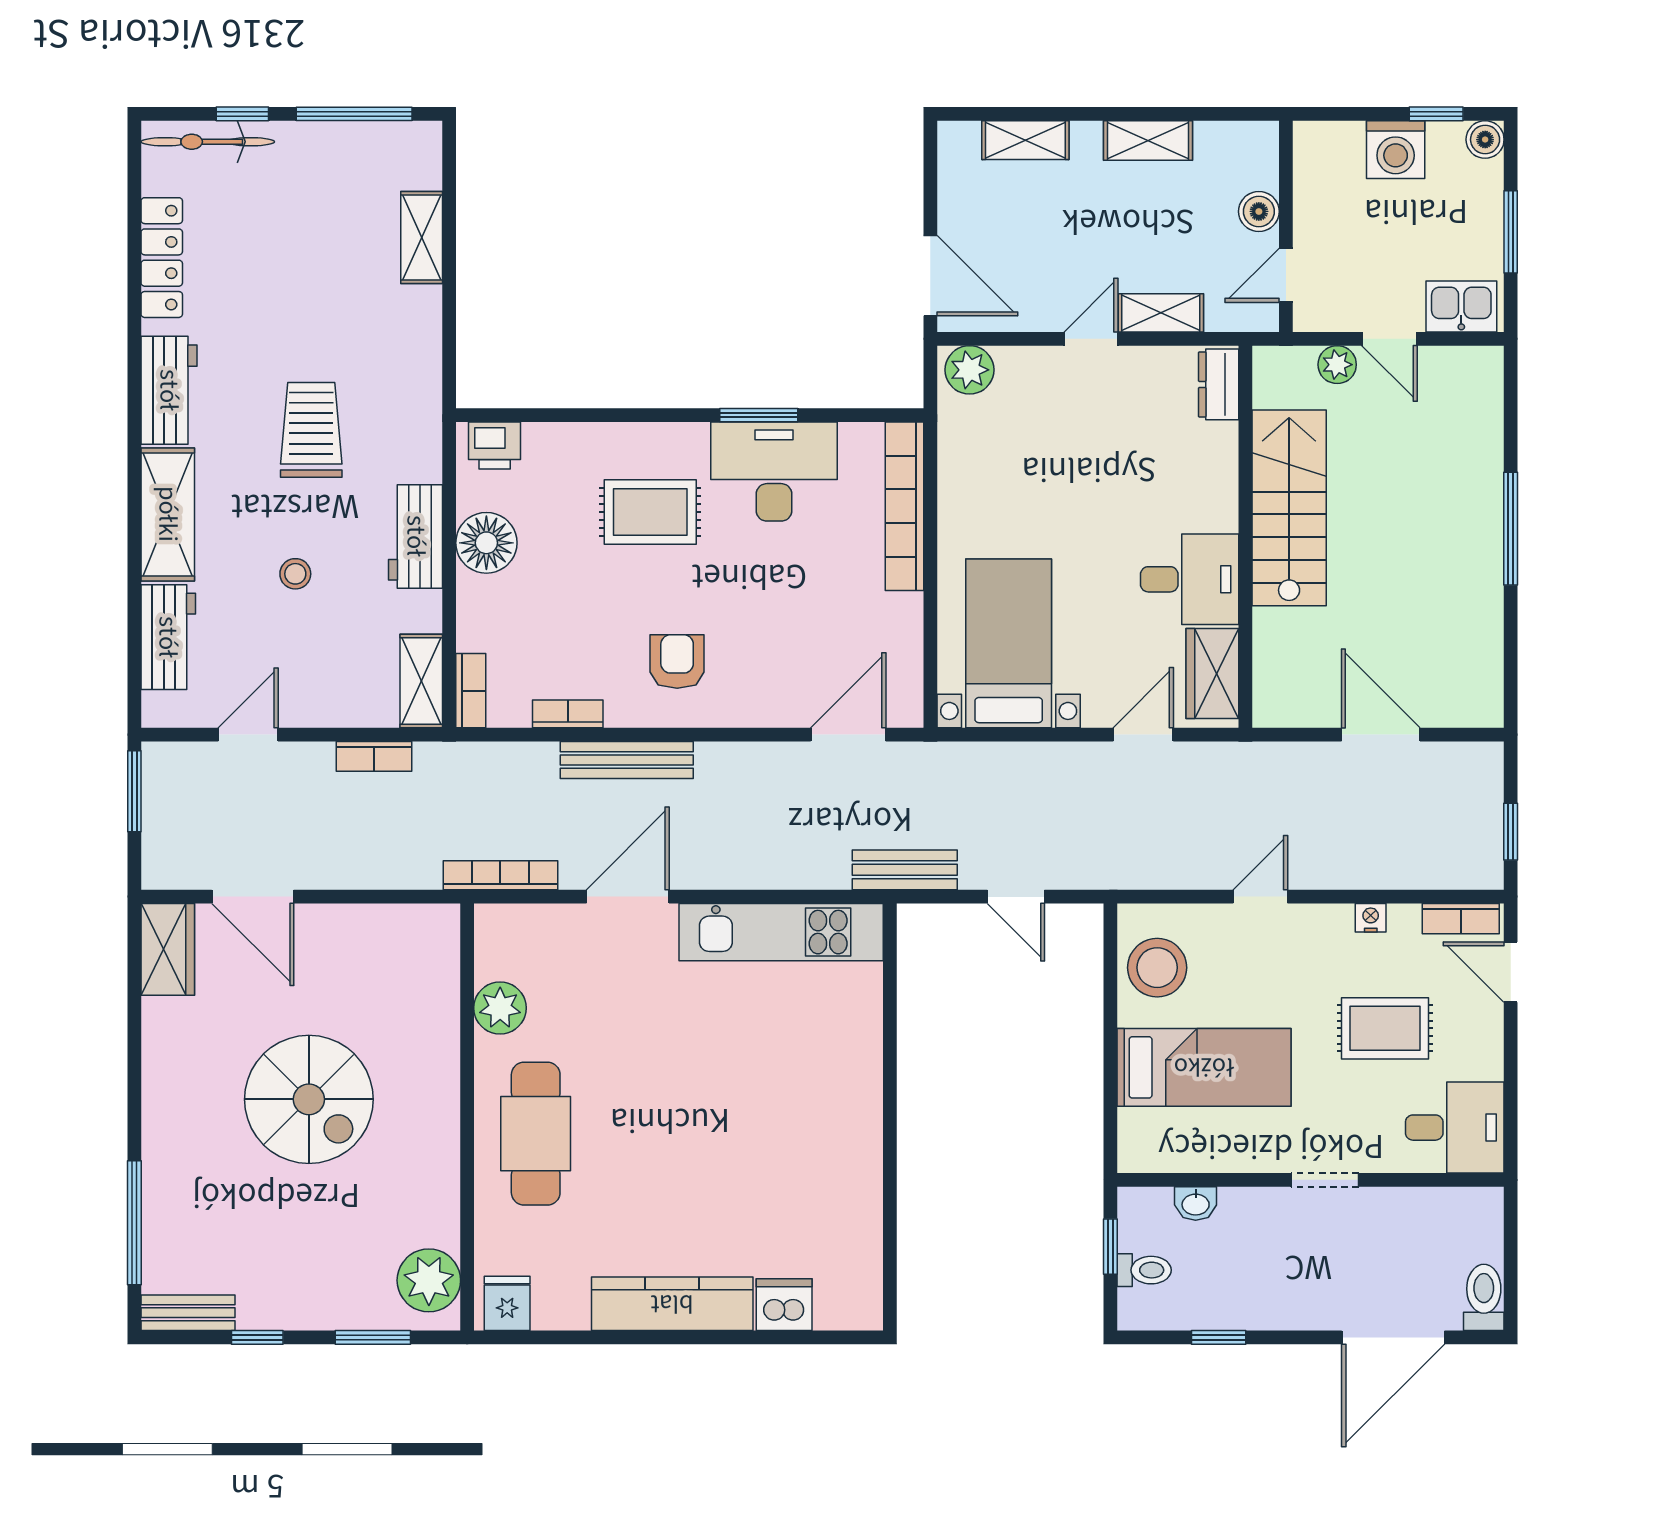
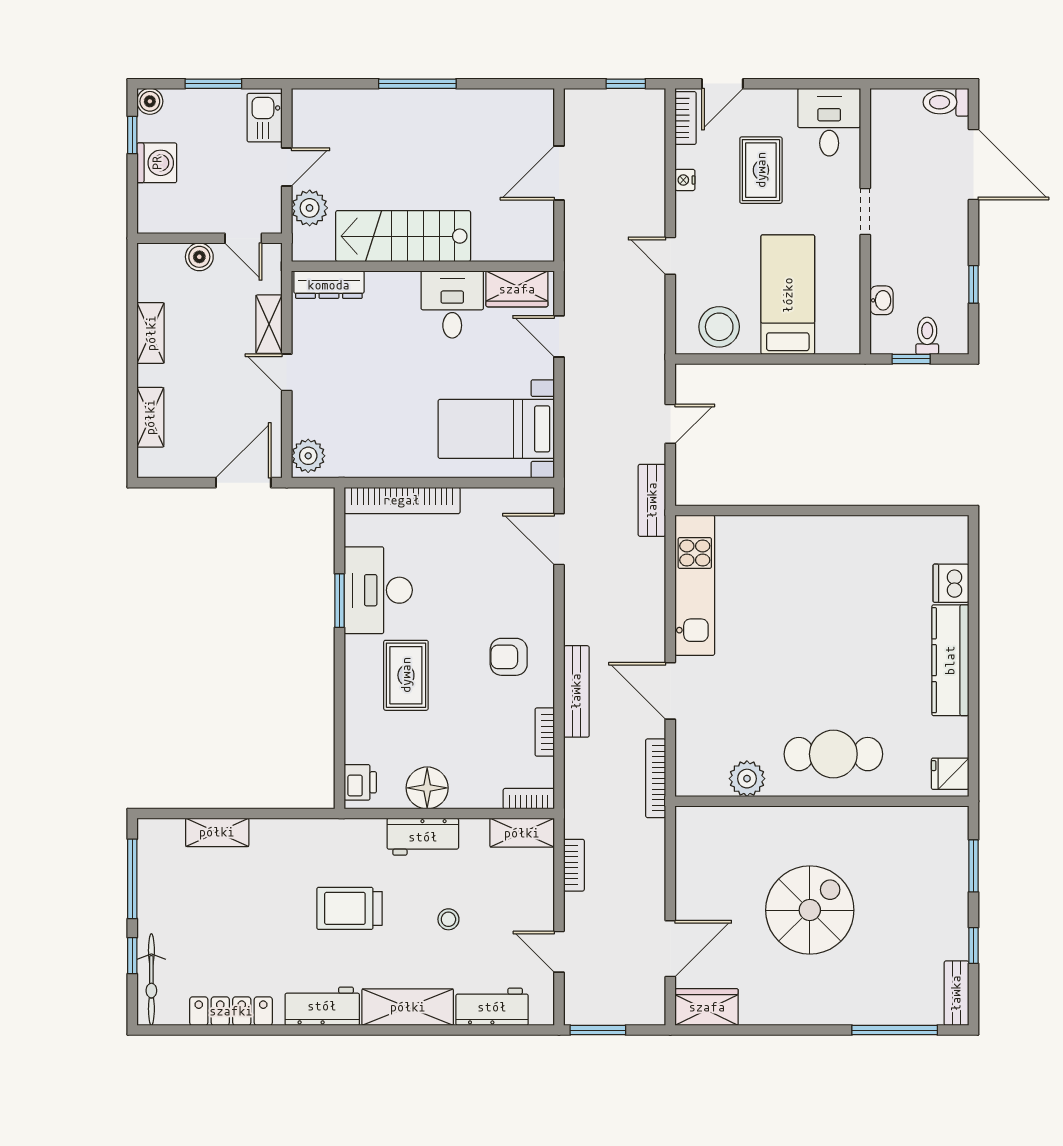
plant: (1337, 365) -> (310, 208), width x1.38, depth x1.38
dresser: (1219, 384) -> (329, 285), width x1.44
plant: (429, 1280) -> (934, 828), removed

